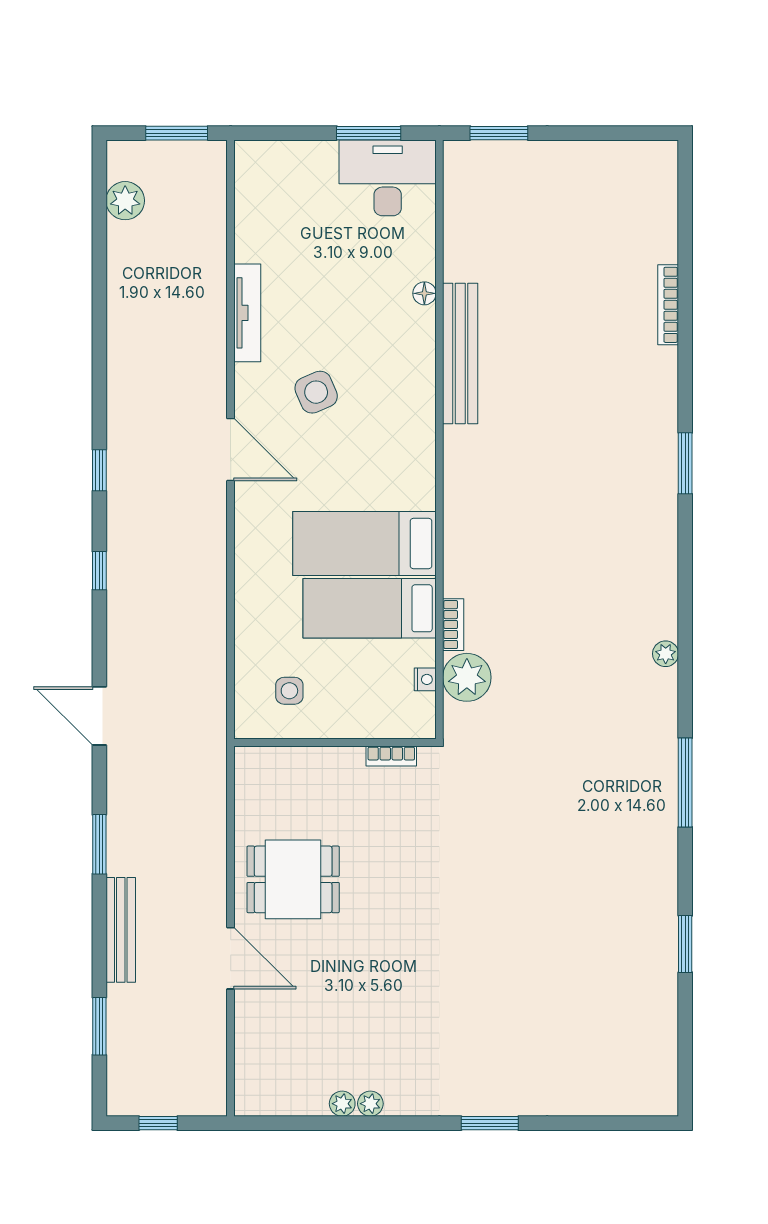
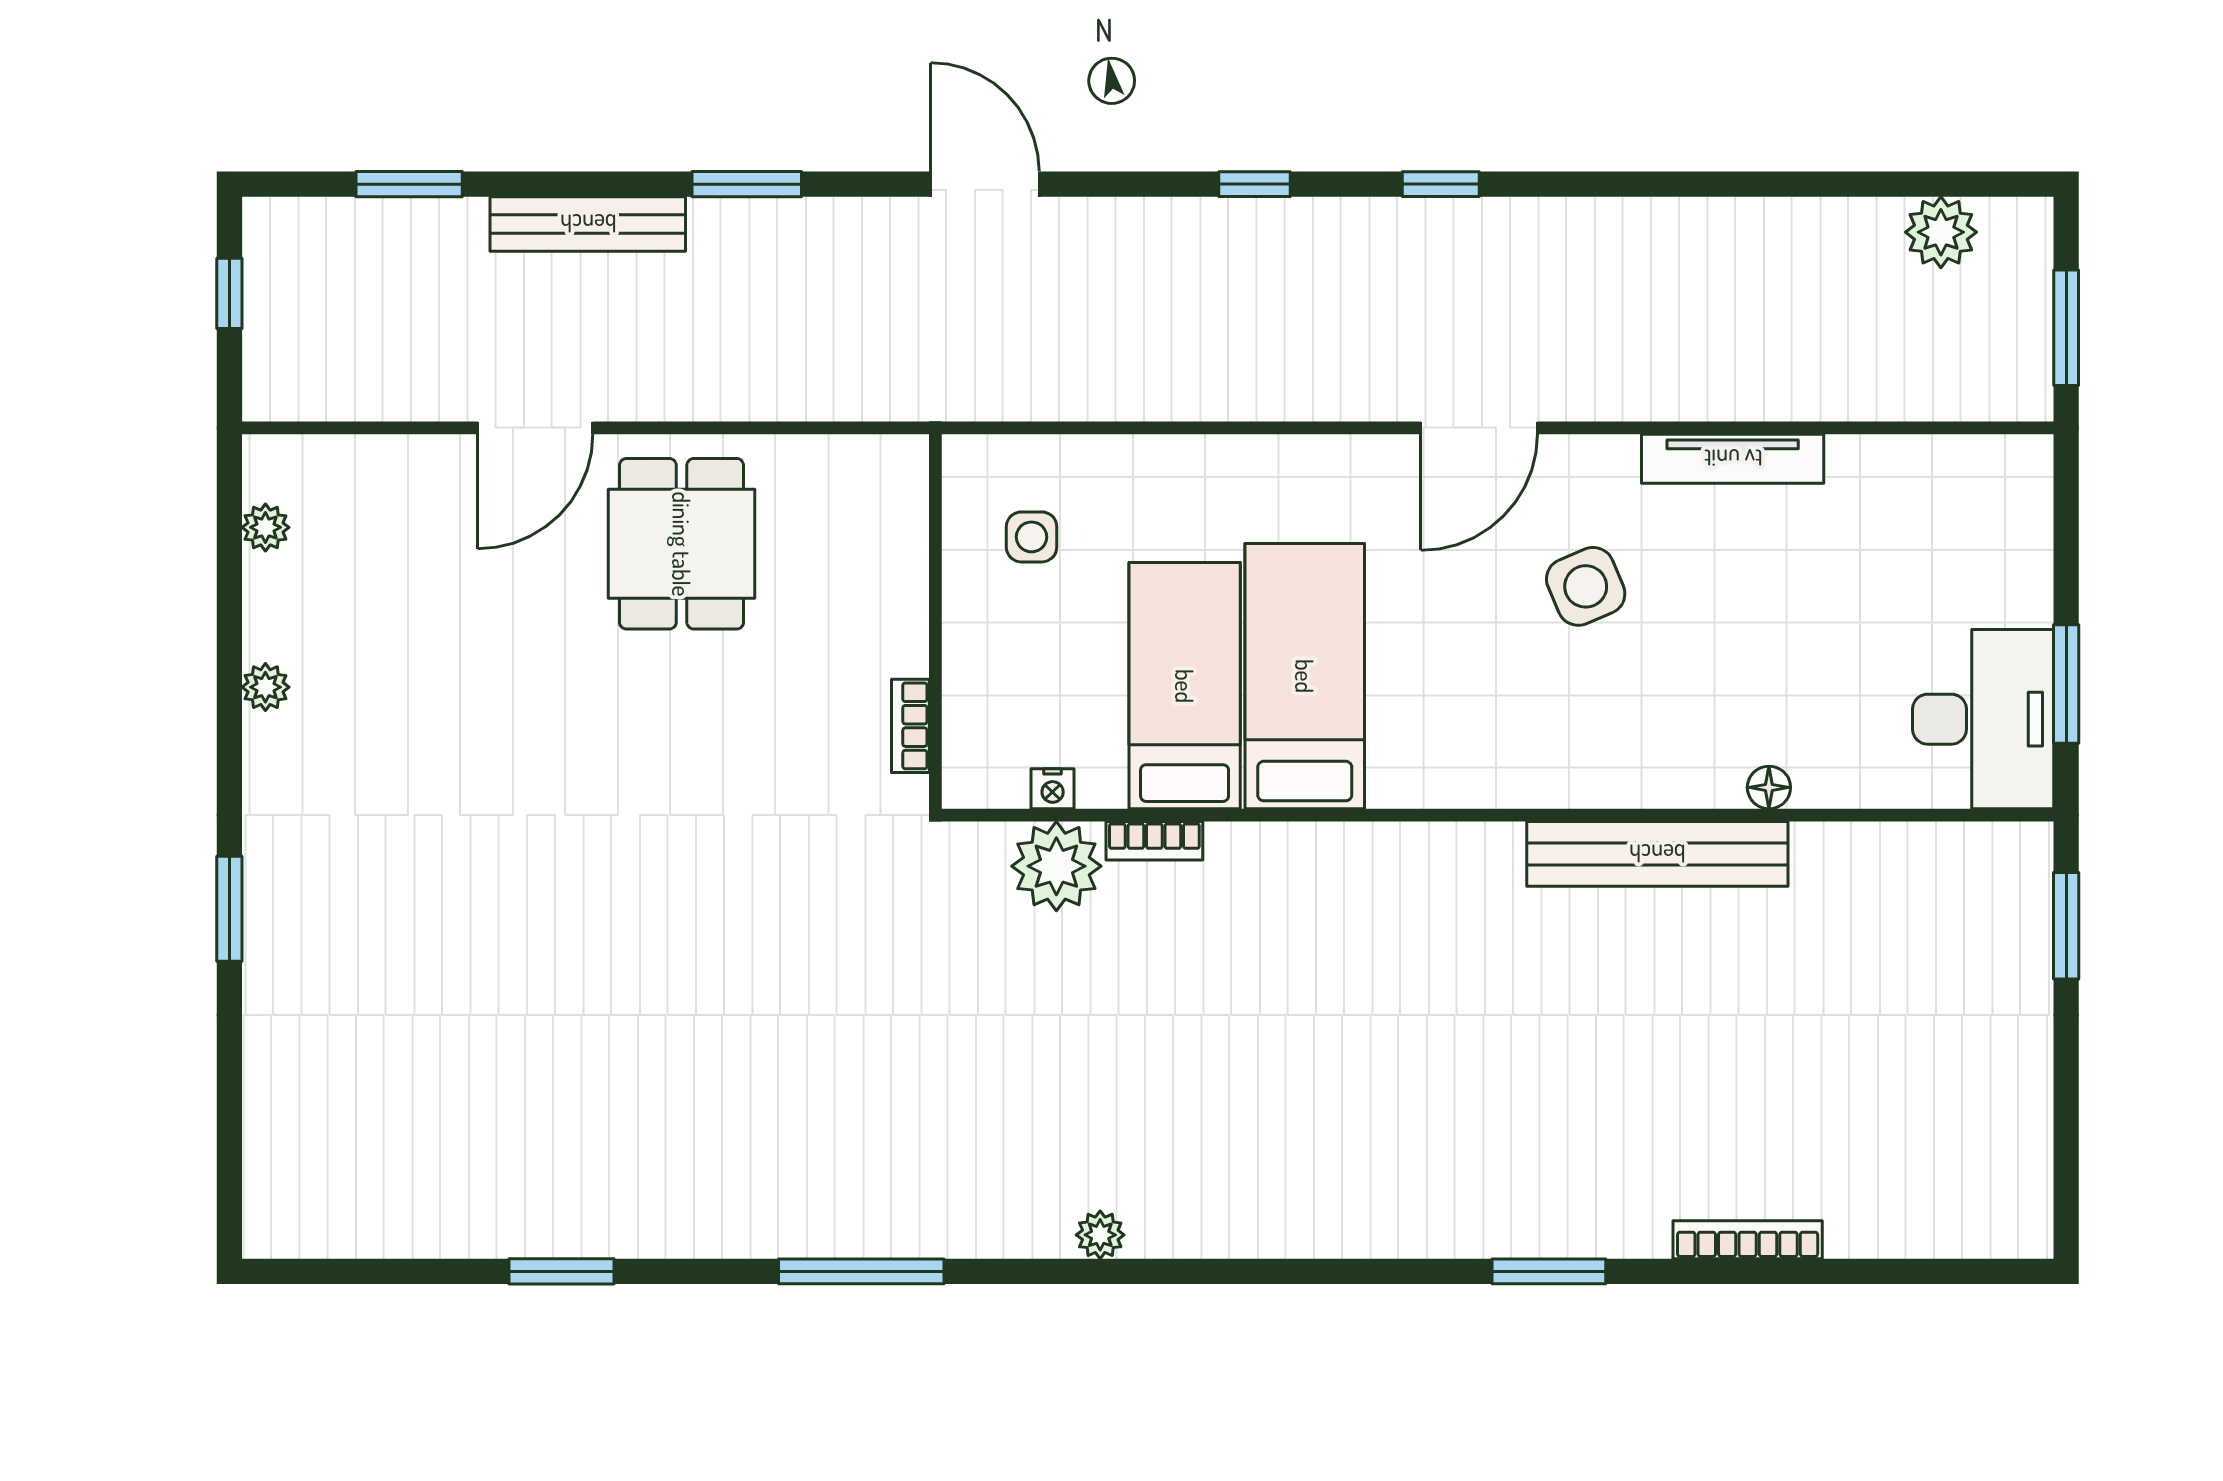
window: (685, 463) -> (1549, 1271), moved
door: (99, 716) -> (985, 184), hinge flipped
plant: (342, 1104) -> (265, 527), moved

